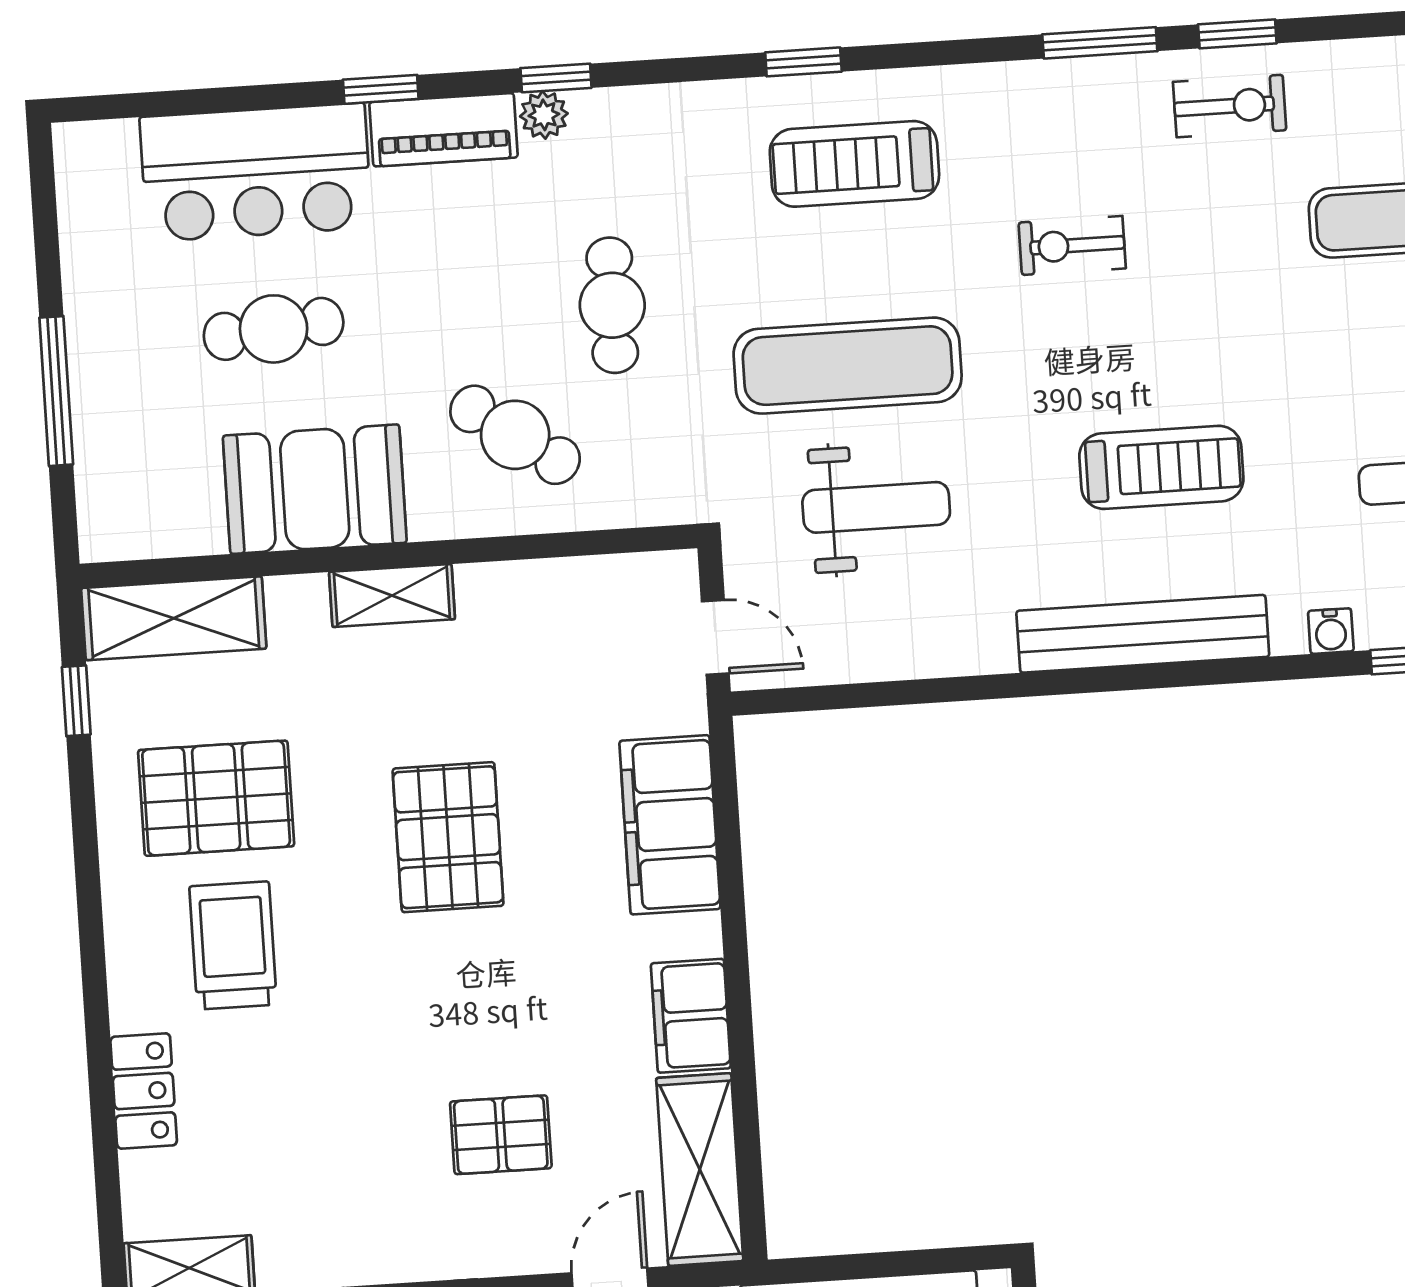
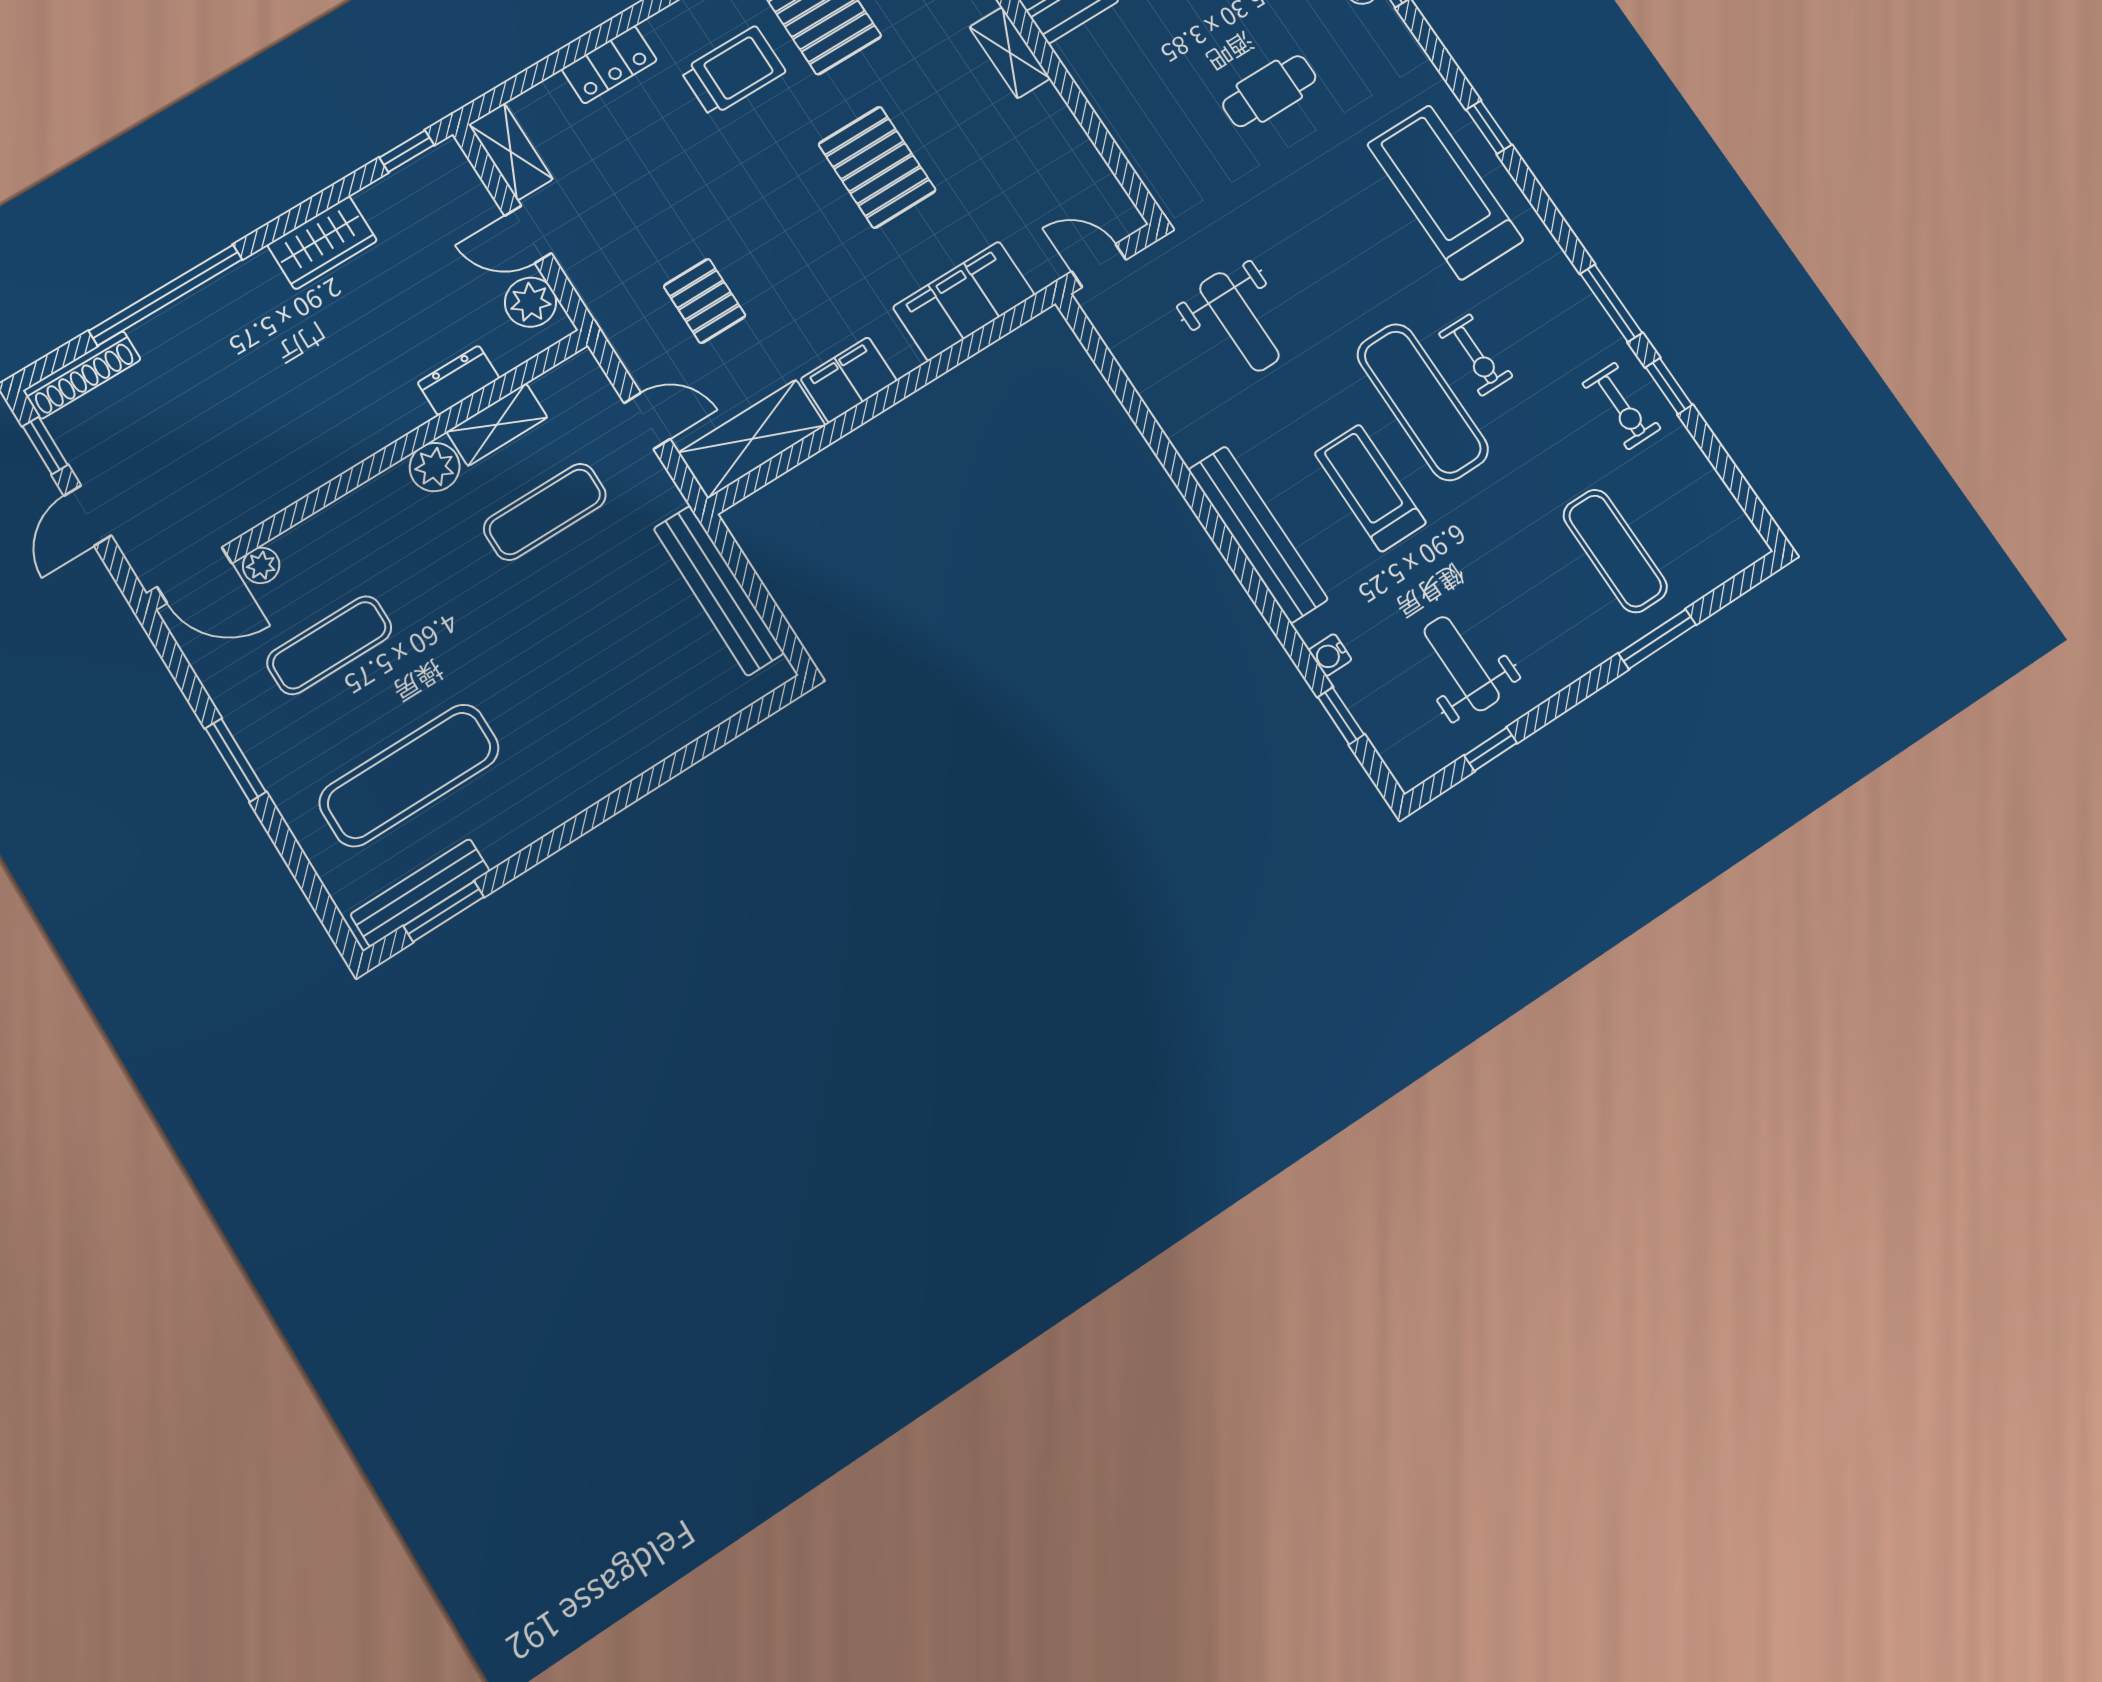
treadmill: (854, 164) -> (1445, 192), width x1.37, depth x1.38
exercise bike: (1072, 245) -> (1476, 355), turned 180
exercise mat: (848, 366) -> (1423, 402), moved
cafe table: (515, 435) -> (1154, 75), removed
treadmill: (1161, 467) -> (1370, 488), turned 180
door: (715, 637) -> (1099, 266), swing flipped
pallet: (448, 837) -> (877, 167), turned 90

